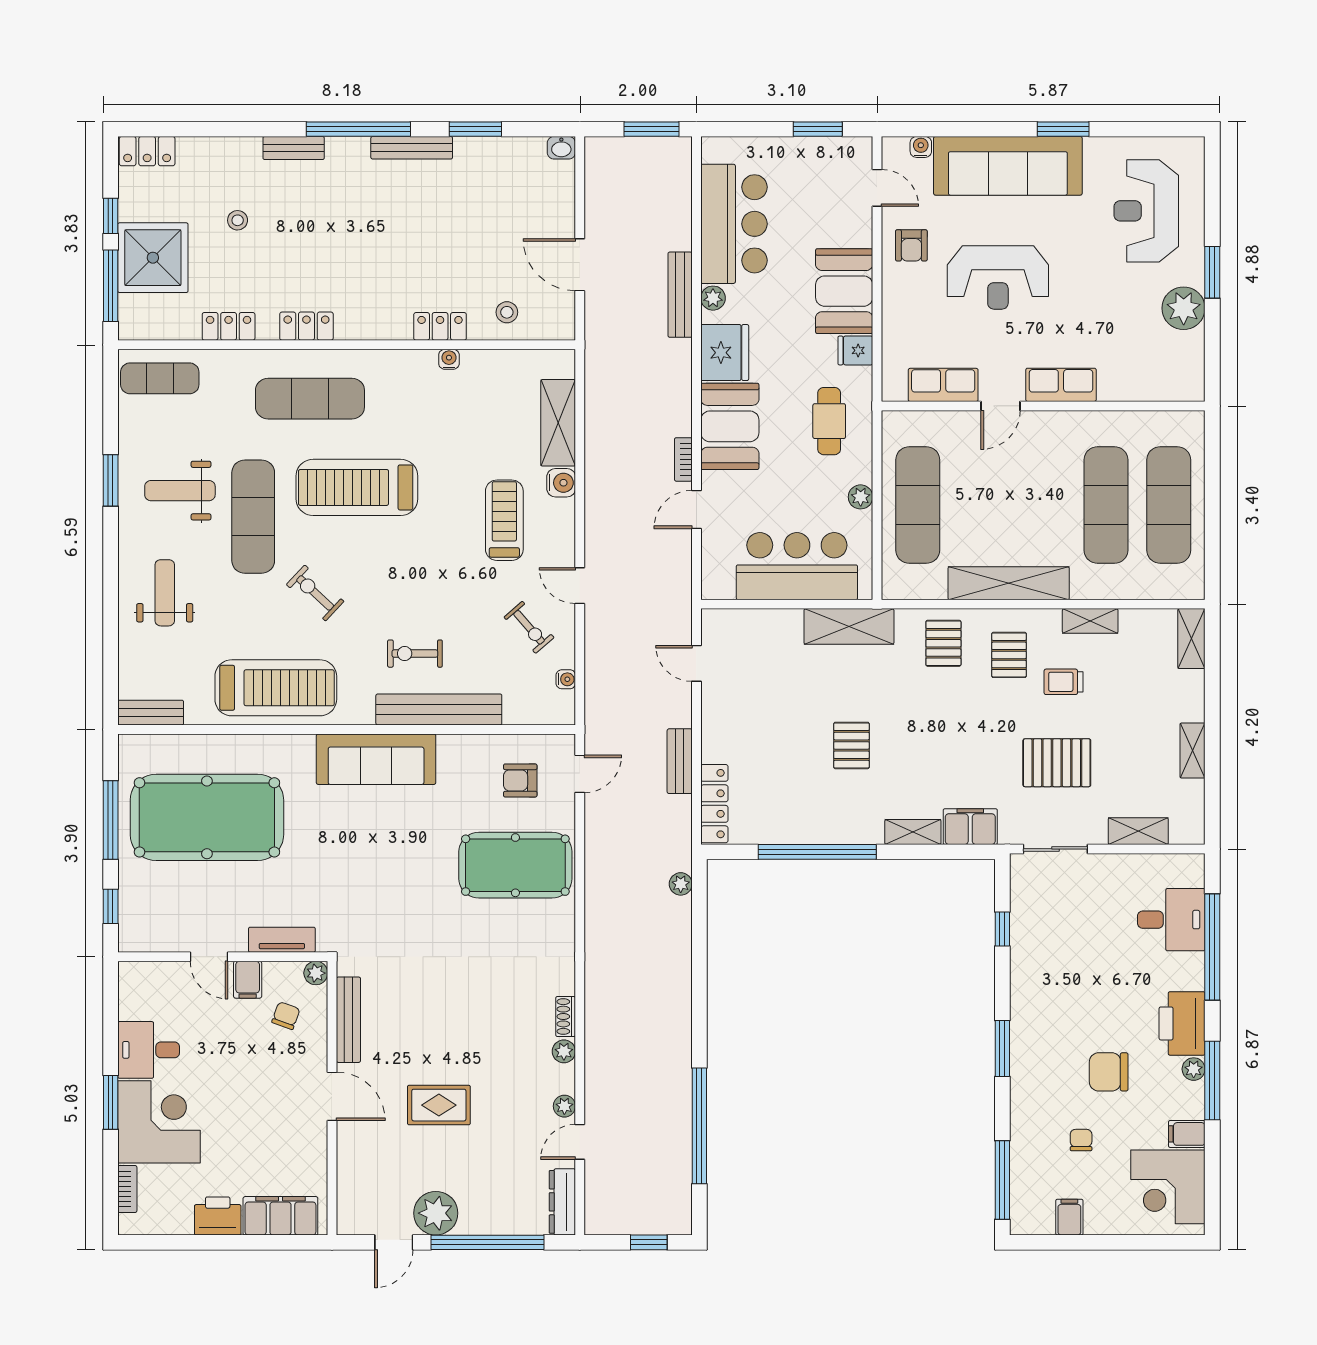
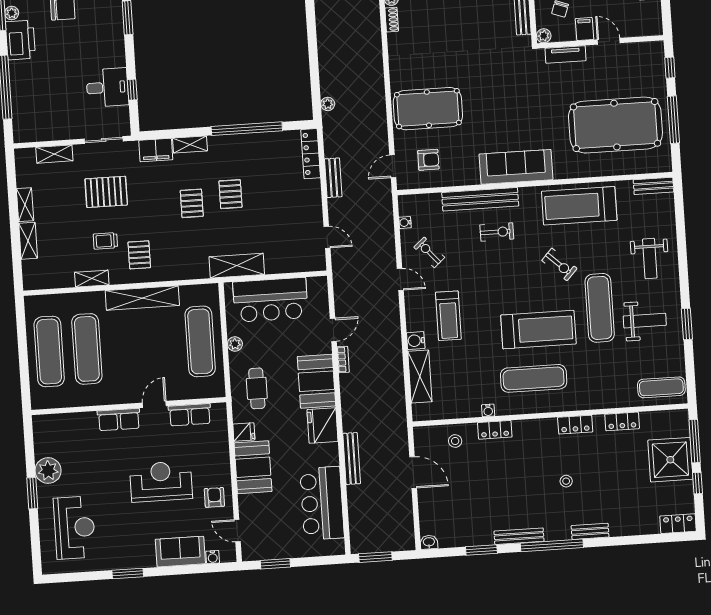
sofa: (1008, 166) -> (180, 552), width x0.54, depth x0.79
stool: (238, 220) -> (566, 481), moved
plant: (713, 298) -> (332, 458), removed
exercise mat: (310, 399) -> (534, 378), moved
shelving: (1191, 639) -> (28, 241), moved
pallet: (943, 643) -> (192, 203), moved
trolley: (1064, 682) -> (105, 241), turned 180
desk: (1171, 920) -> (107, 87), moved, turned 180

